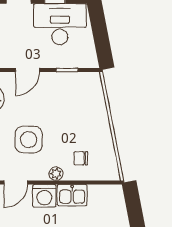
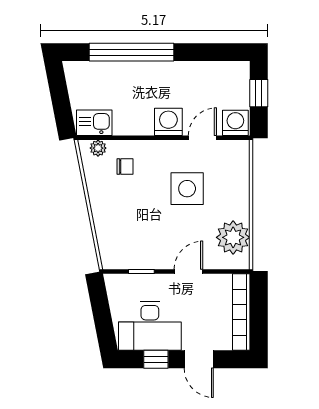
plant: (56, 174) -> (98, 148), moved
kitchen sink: (72, 195) -> (94, 123), moved

